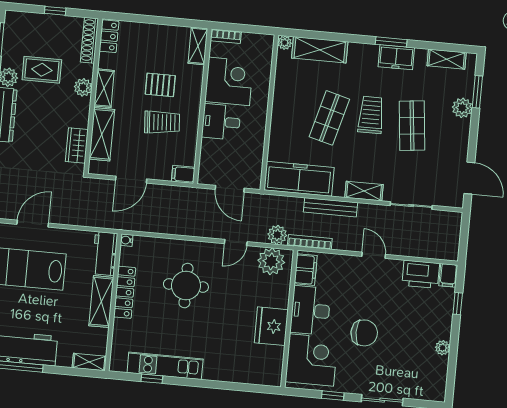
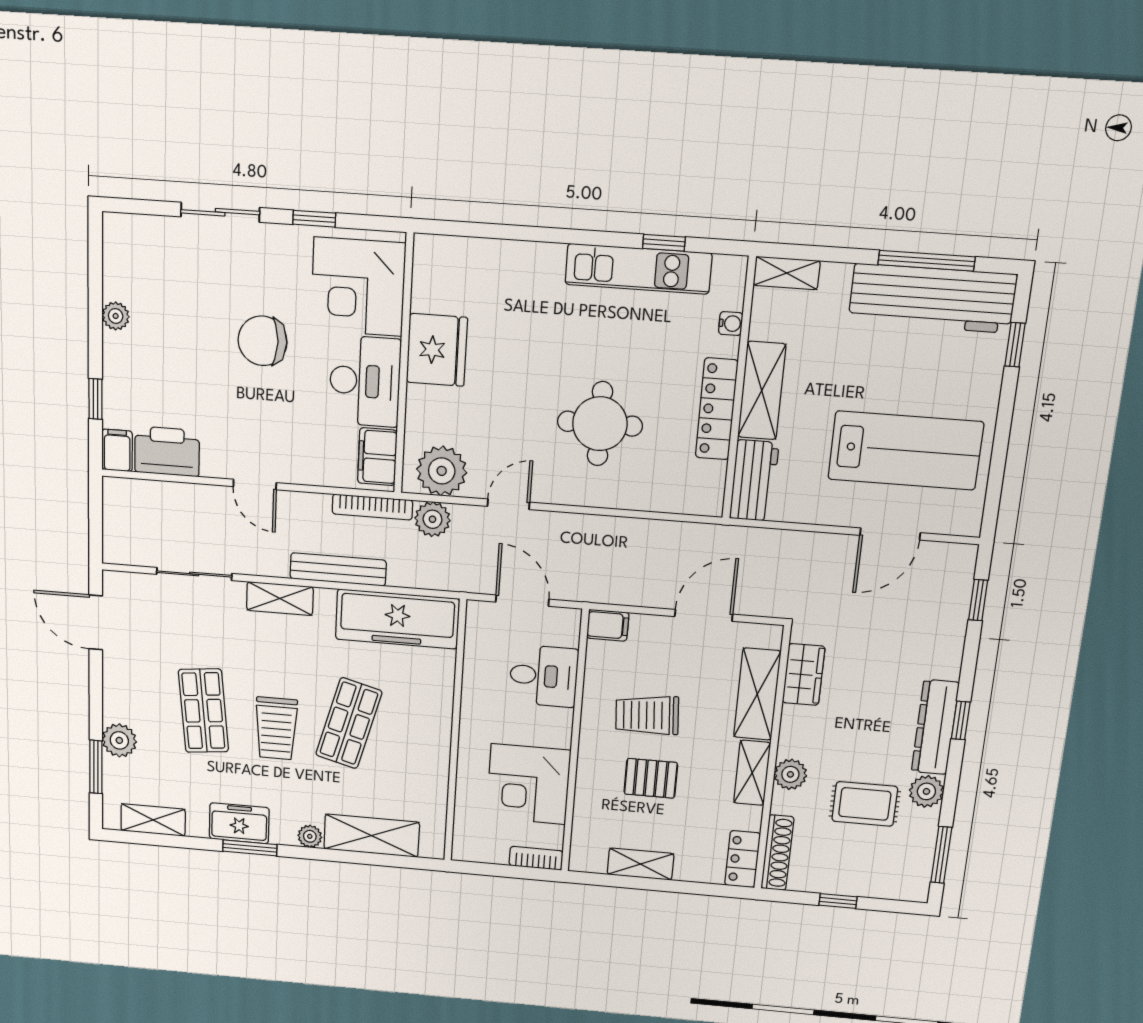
plant: (285, 43) -> (310, 836), moved
shelving: (198, 46) -> (641, 864), moved, turned 90
desk: (221, 122) -> (544, 676), moved
water cooler: (127, 240) -> (731, 323), moved

